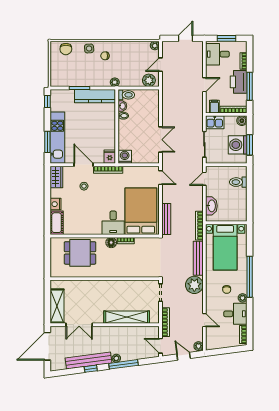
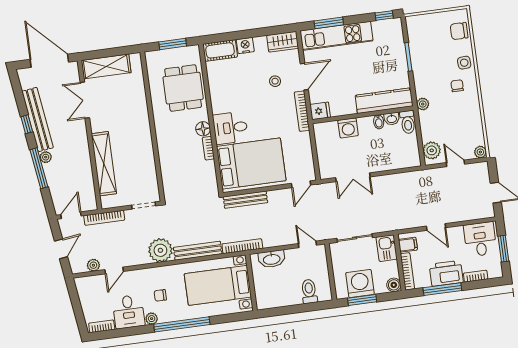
kitchen counter: (95, 96) -> (384, 101), moved, turned 90
washing machine: (125, 157) -> (348, 128), moved, turned 90
window: (47, 256) -> (173, 44), added
plant: (199, 346) -> (93, 265), moved

